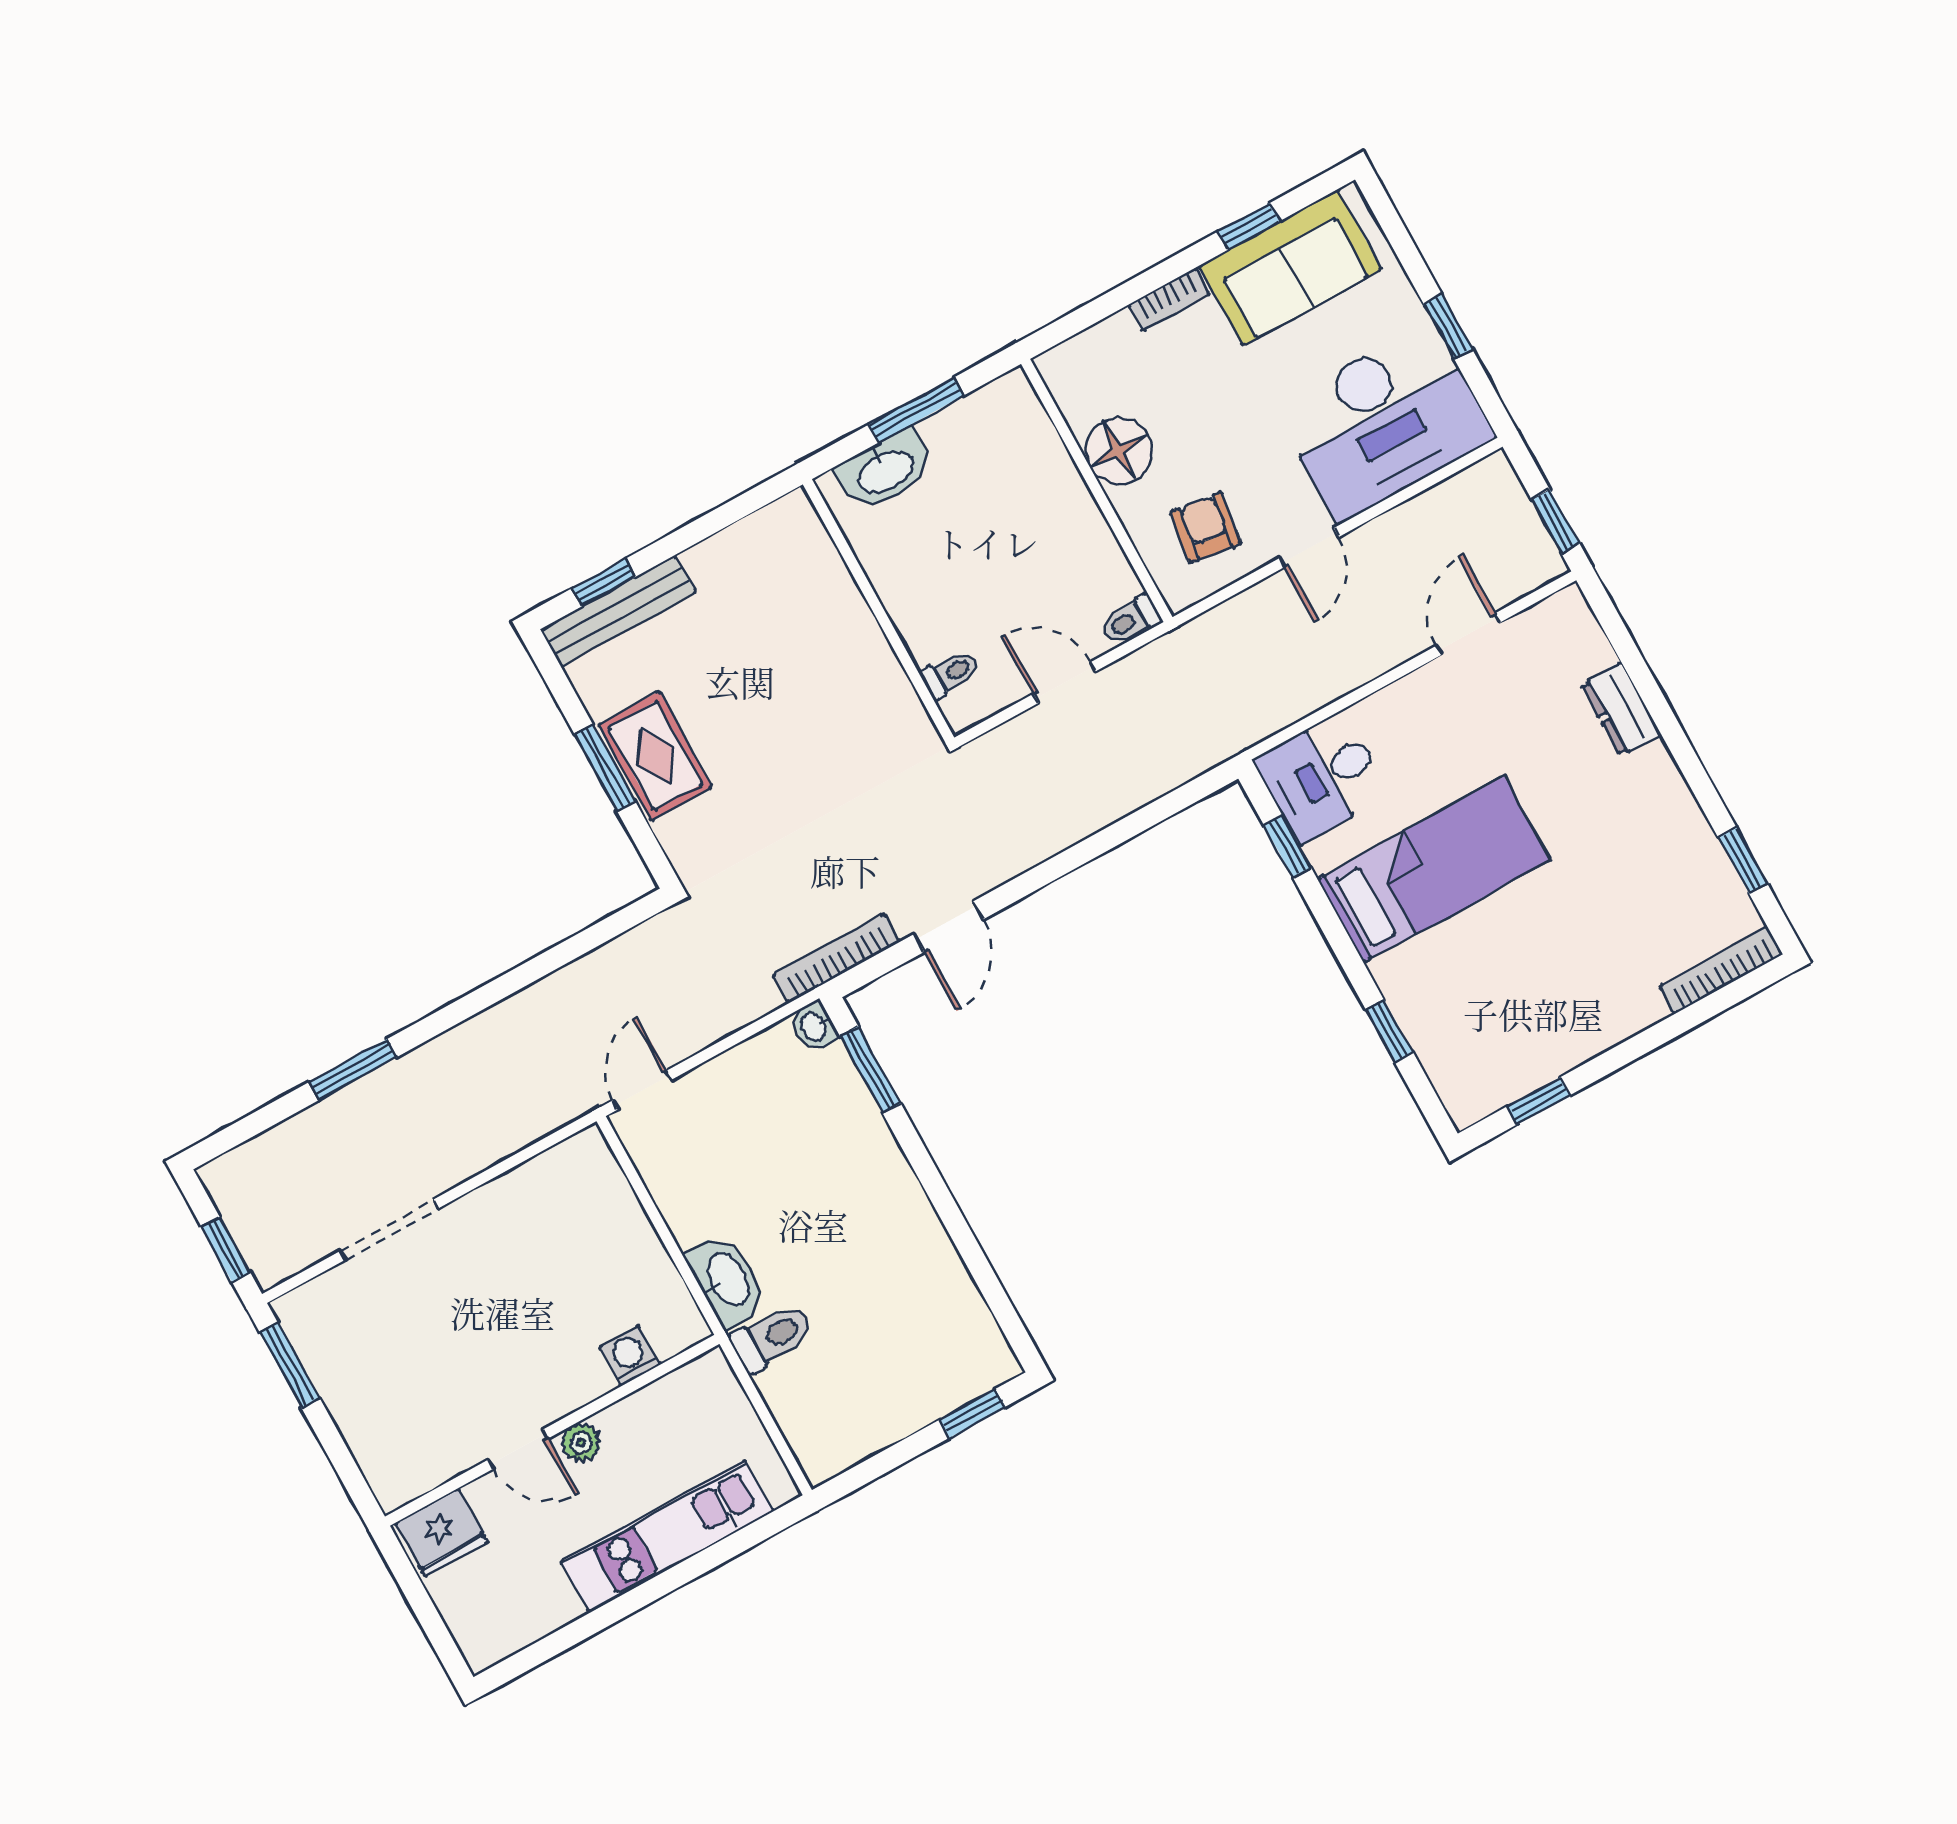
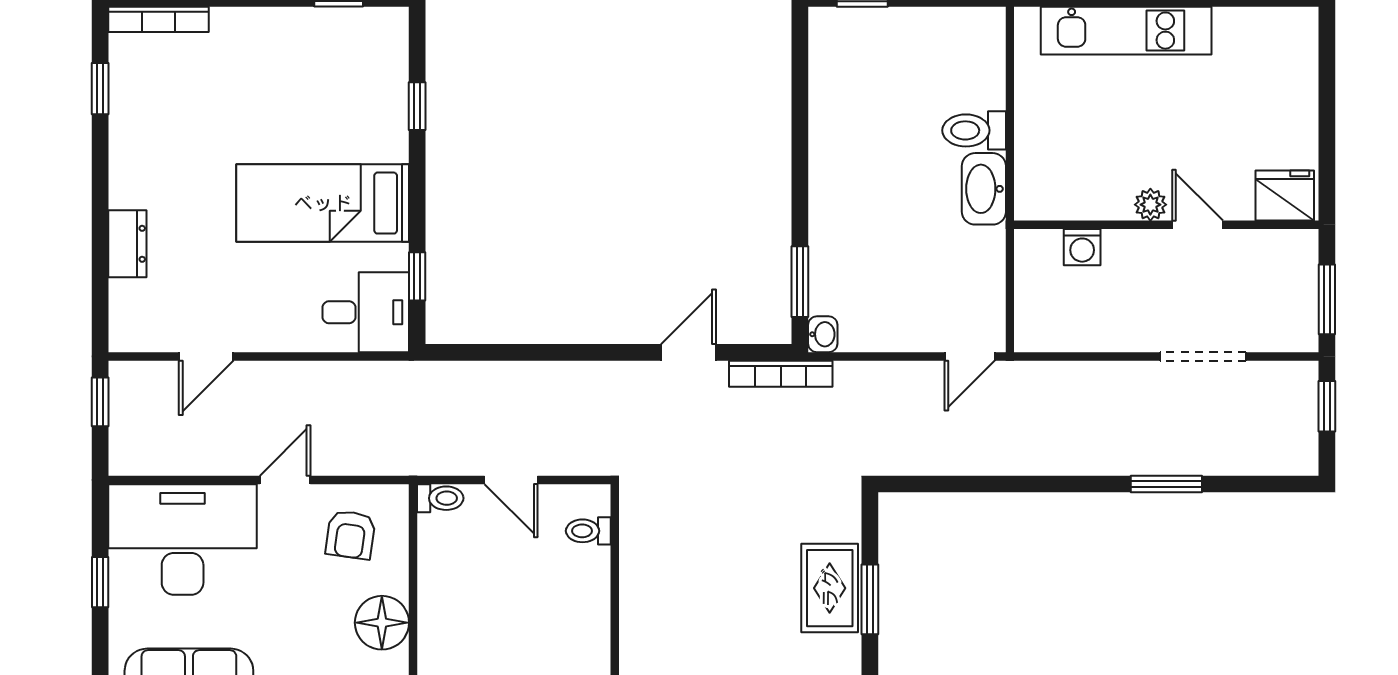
washing machine: (630, 1356) -> (1082, 247), moved
wall: (552, 1430) -> (1166, 225), moved
plant: (581, 1443) -> (1150, 205), moved
door: (518, 1449) -> (1198, 225), moved
fridge: (442, 1533) -> (1285, 196), moved

